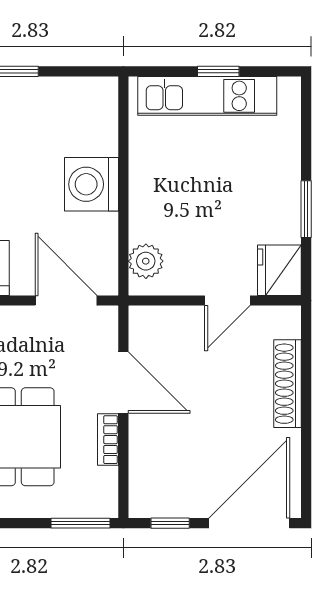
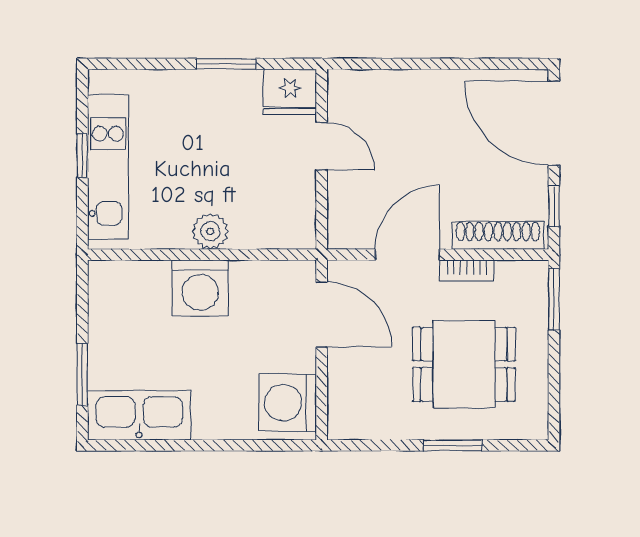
plant: (146, 261) -> (210, 231), moved
door: (66, 301) -> (322, 314), swing flipped
shoe rack: (288, 384) -> (498, 235), moved, turned 180

